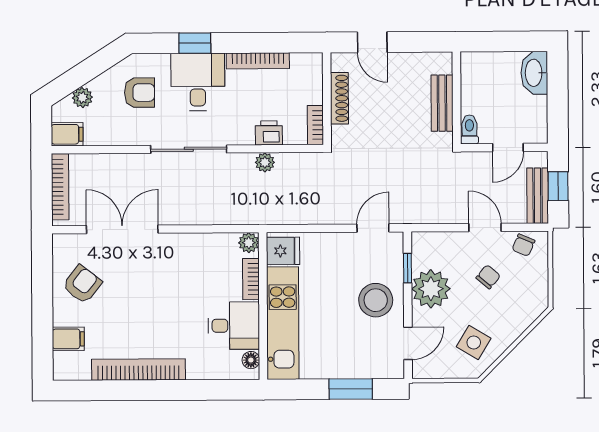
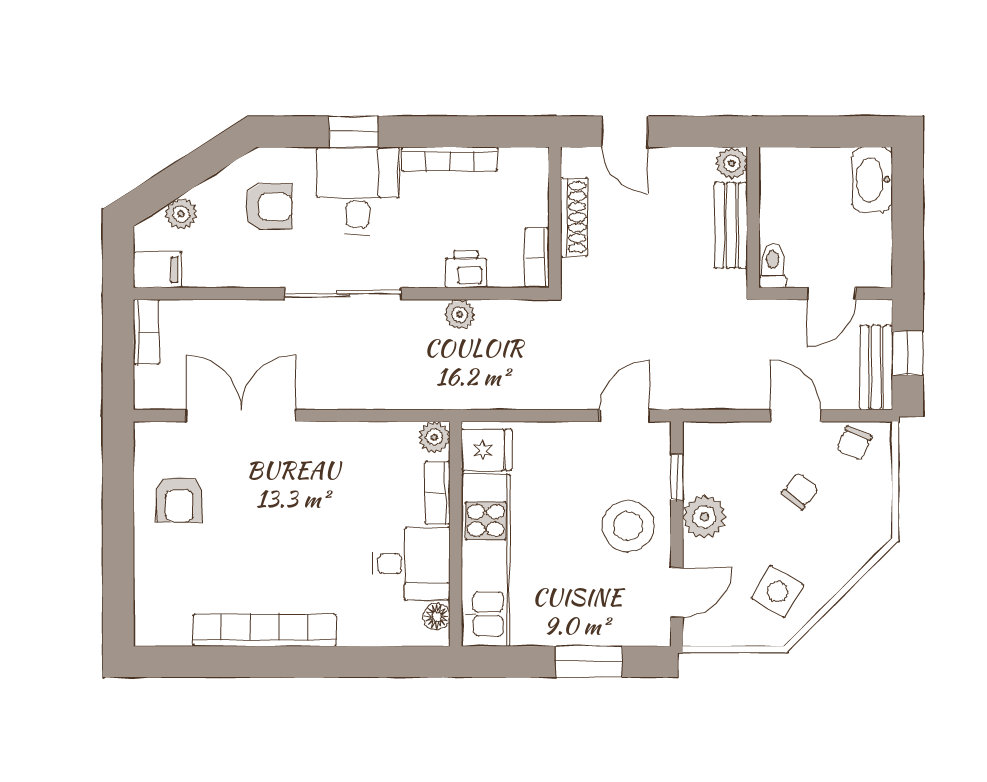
plant: (442, 63) -> (732, 163), added
bookcase: (60, 187) -> (146, 332), width x0.64
armchair: (82, 284) -> (179, 499), turned 142
plant: (431, 289) -> (704, 517), width x0.73, depth x0.73
filing cabinet: (68, 339) -> (158, 583), removed

